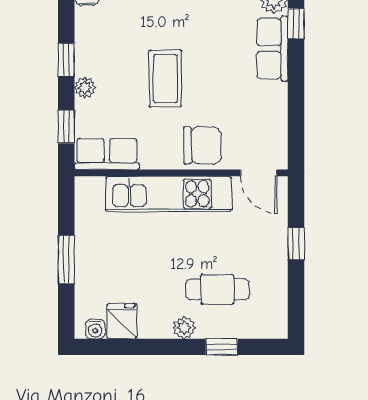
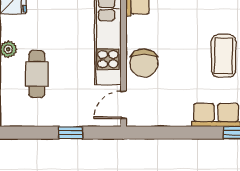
coffee table: (165, 78) -> (223, 56), moved, turned 90

